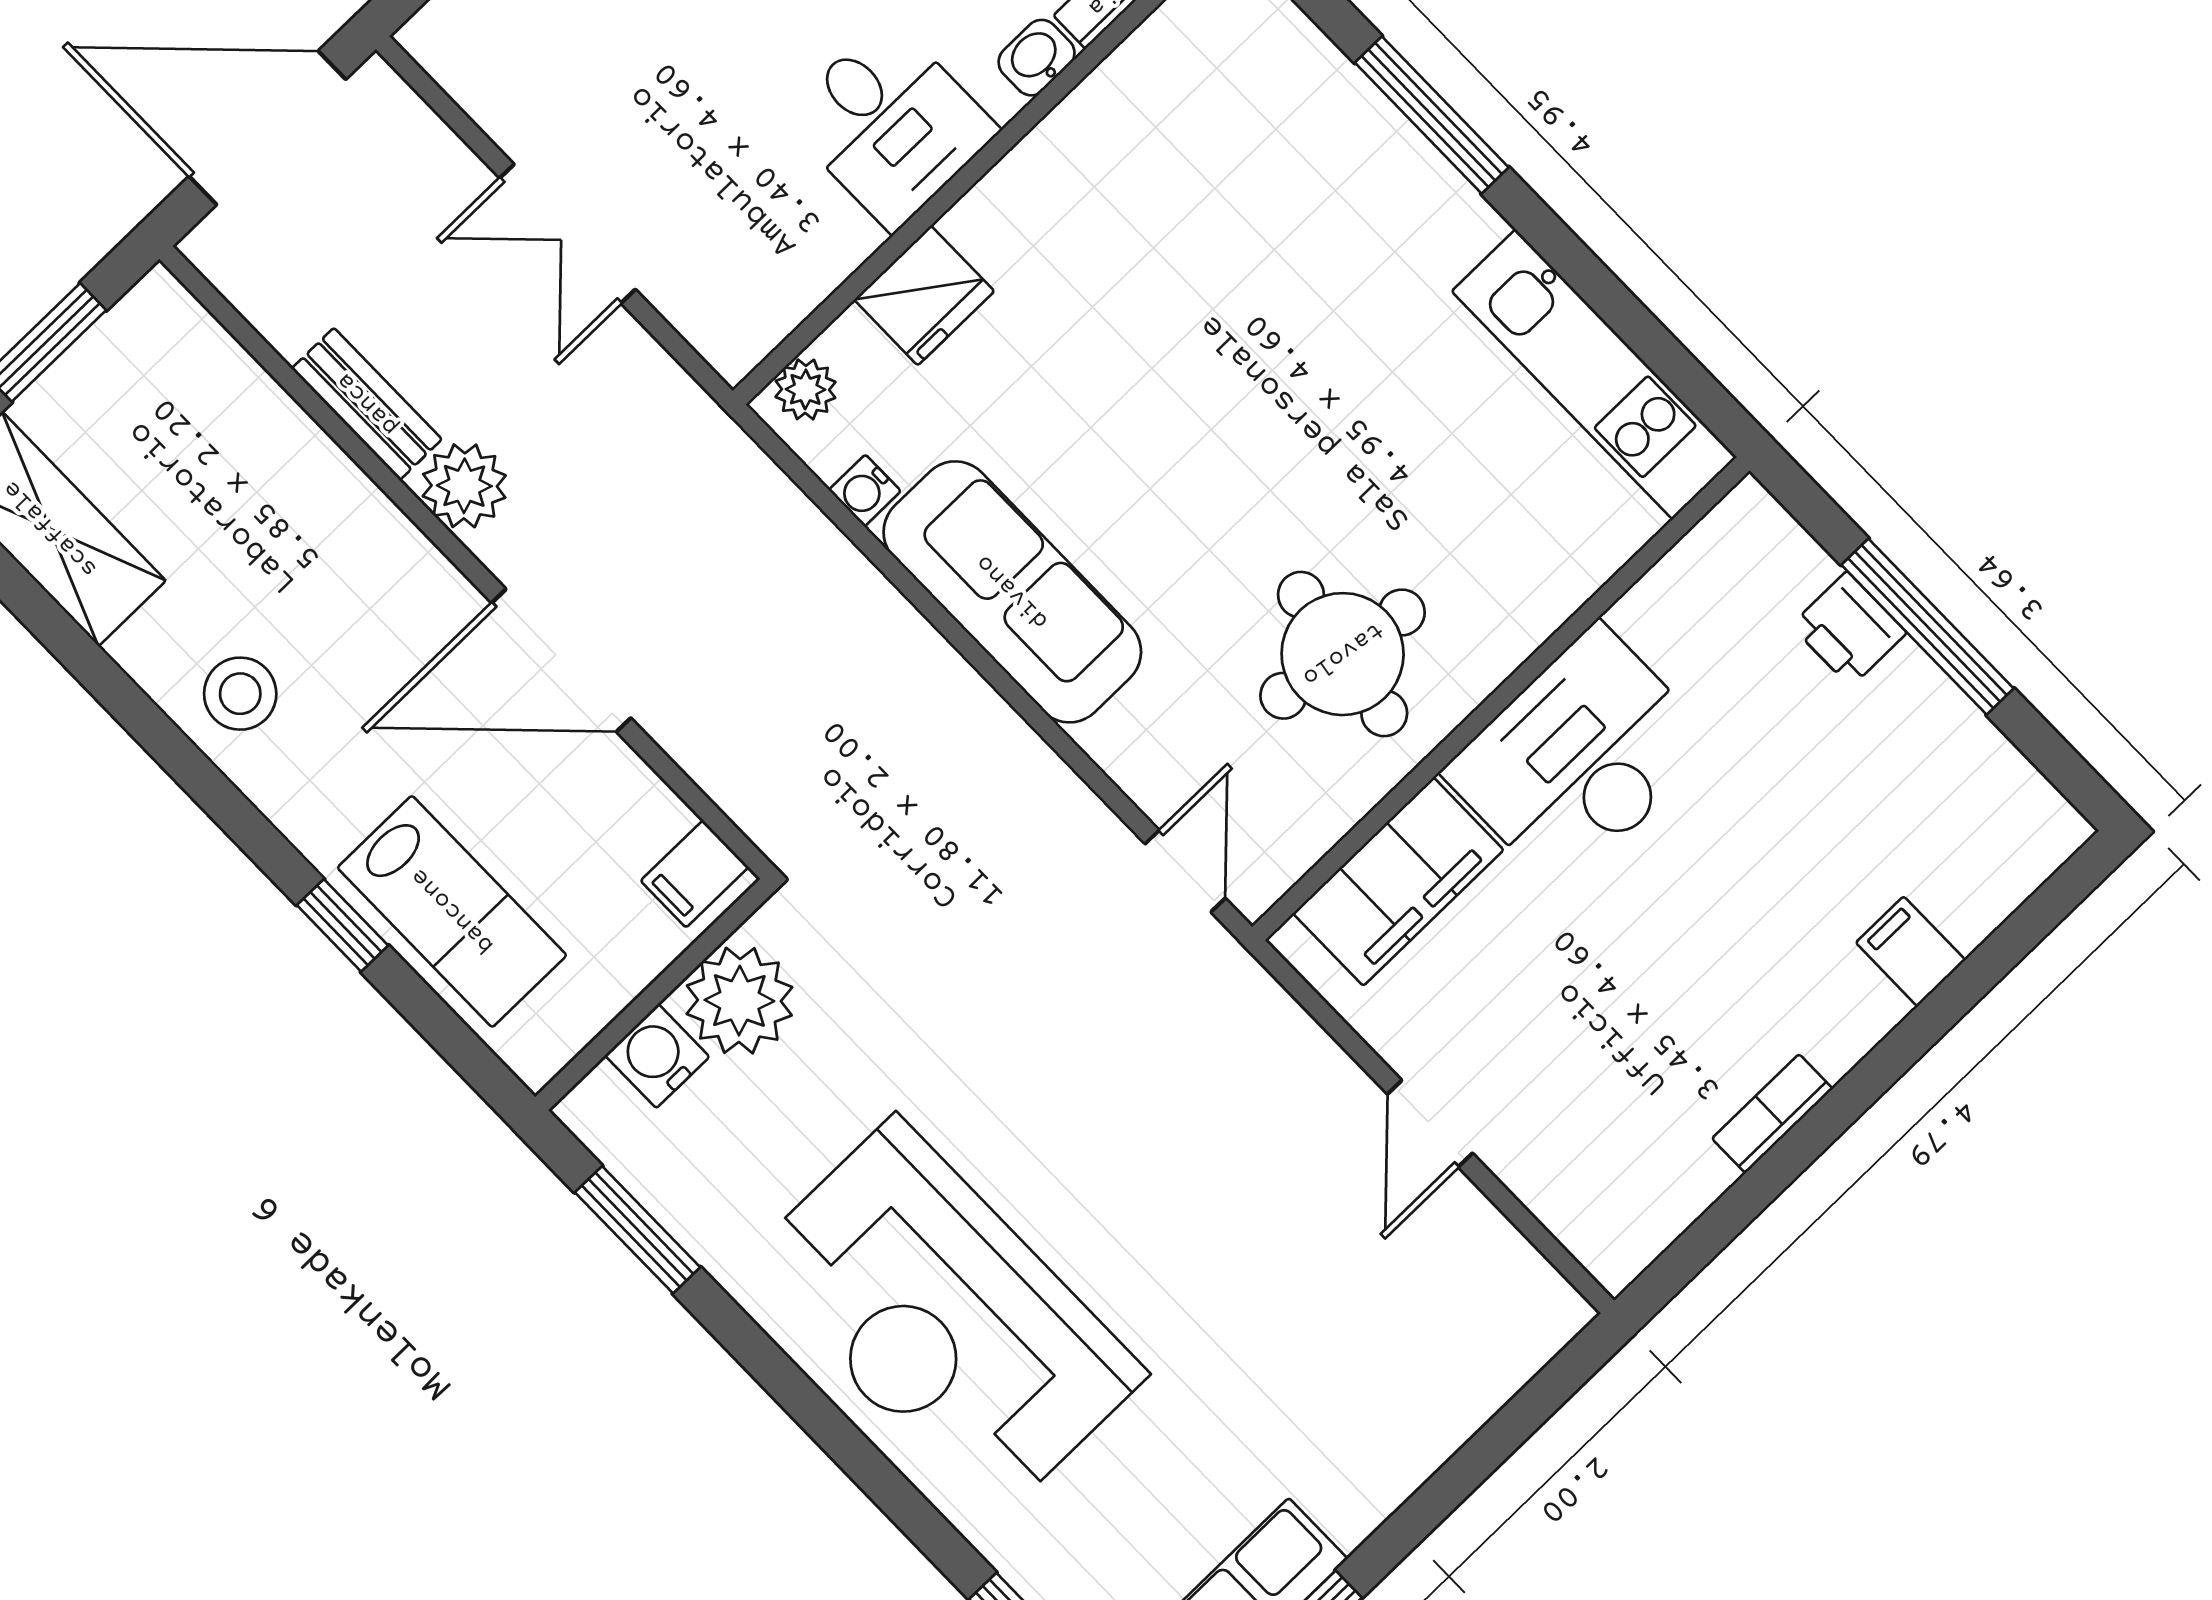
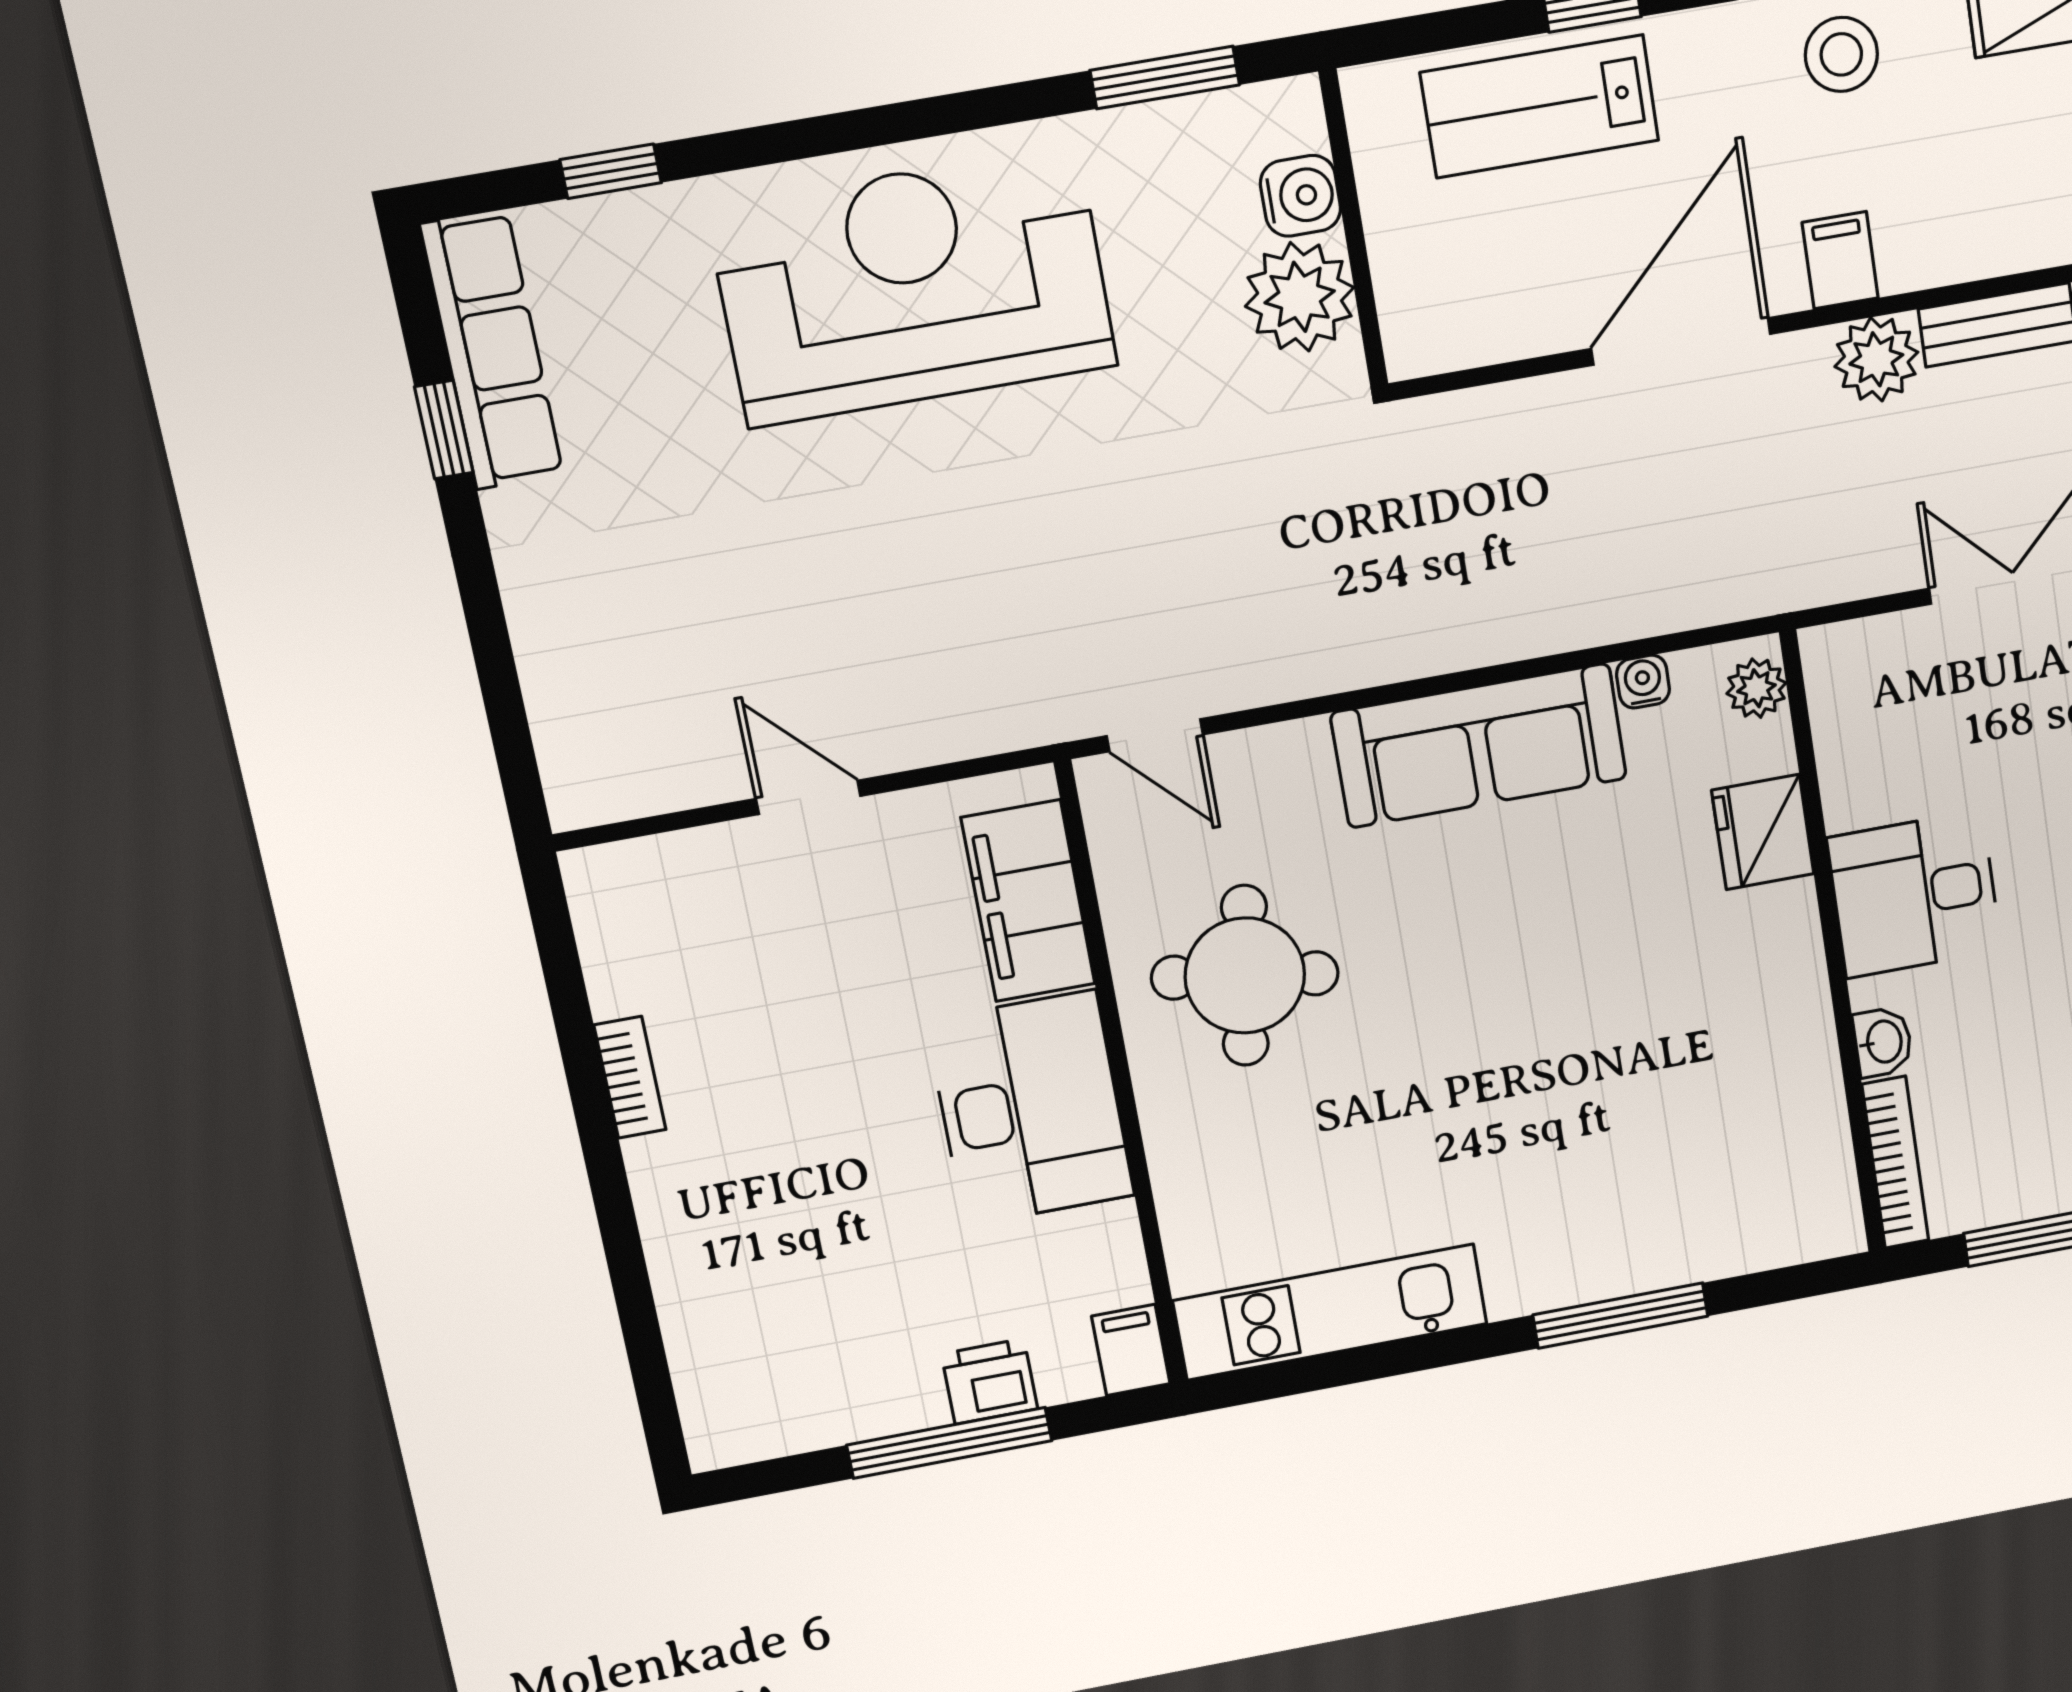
filing cabinet: (695, 874) -> (1840, 260), moved
filing cabinet: (1911, 951) -> (1131, 1350), moved, turned -90

